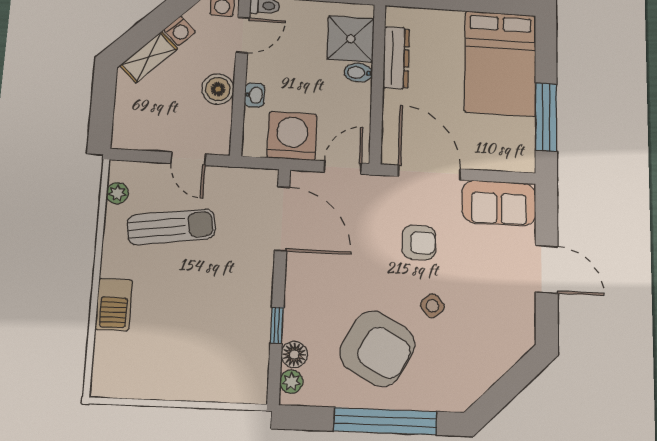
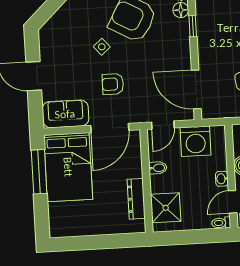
bed: (500, 63) -> (68, 167), moved, turned 180
bidet: (358, 73) -> (158, 168), moved
washbasin: (255, 95) -> (222, 179), moved
door: (429, 173) -> (110, 128), hinge flipped

